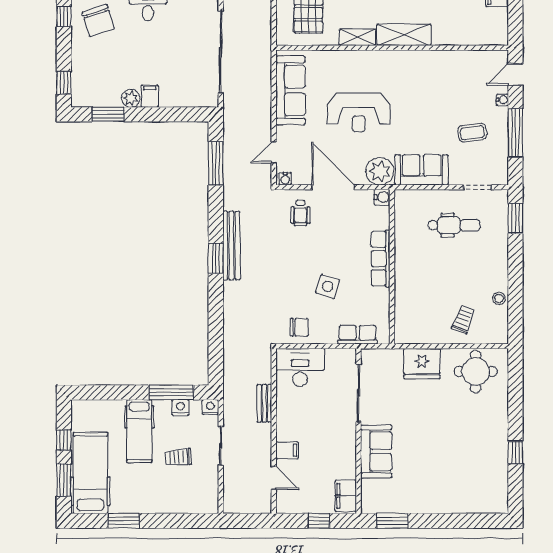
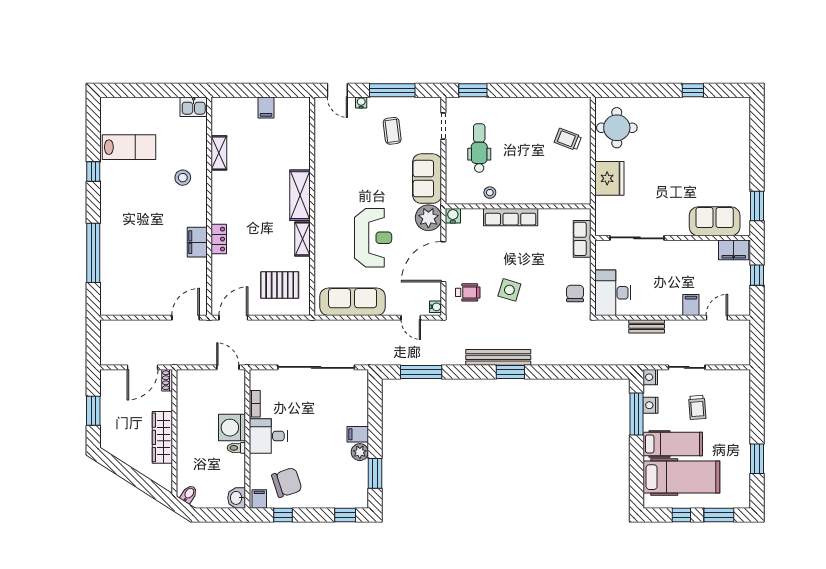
side table: (328, 286) -> (509, 290), moved
stool: (499, 298) -> (490, 193), moved
sofa: (376, 451) -> (715, 221), moved
hospital bed: (90, 473) -> (681, 477), moved, turned 180

